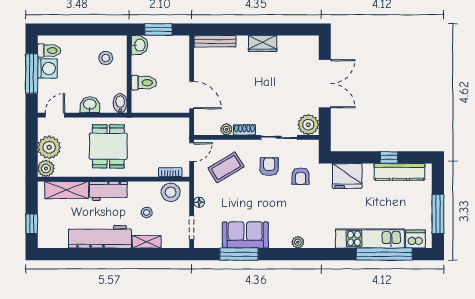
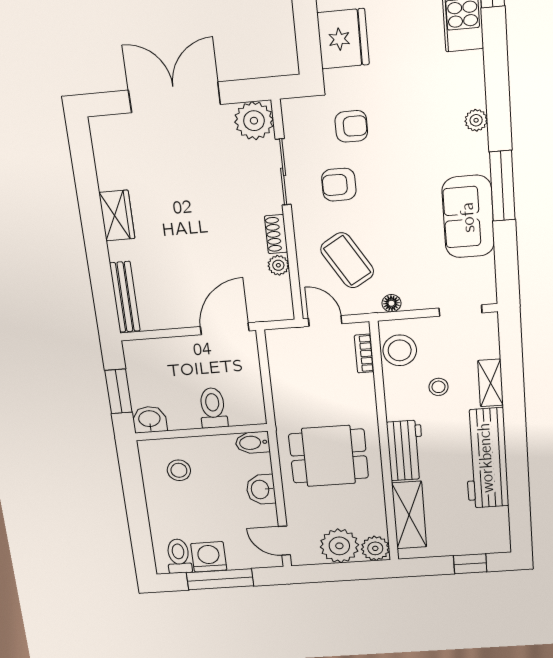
floor lamp: (199, 202) -> (391, 303), moved
window: (239, 254) -> (502, 186), moved

